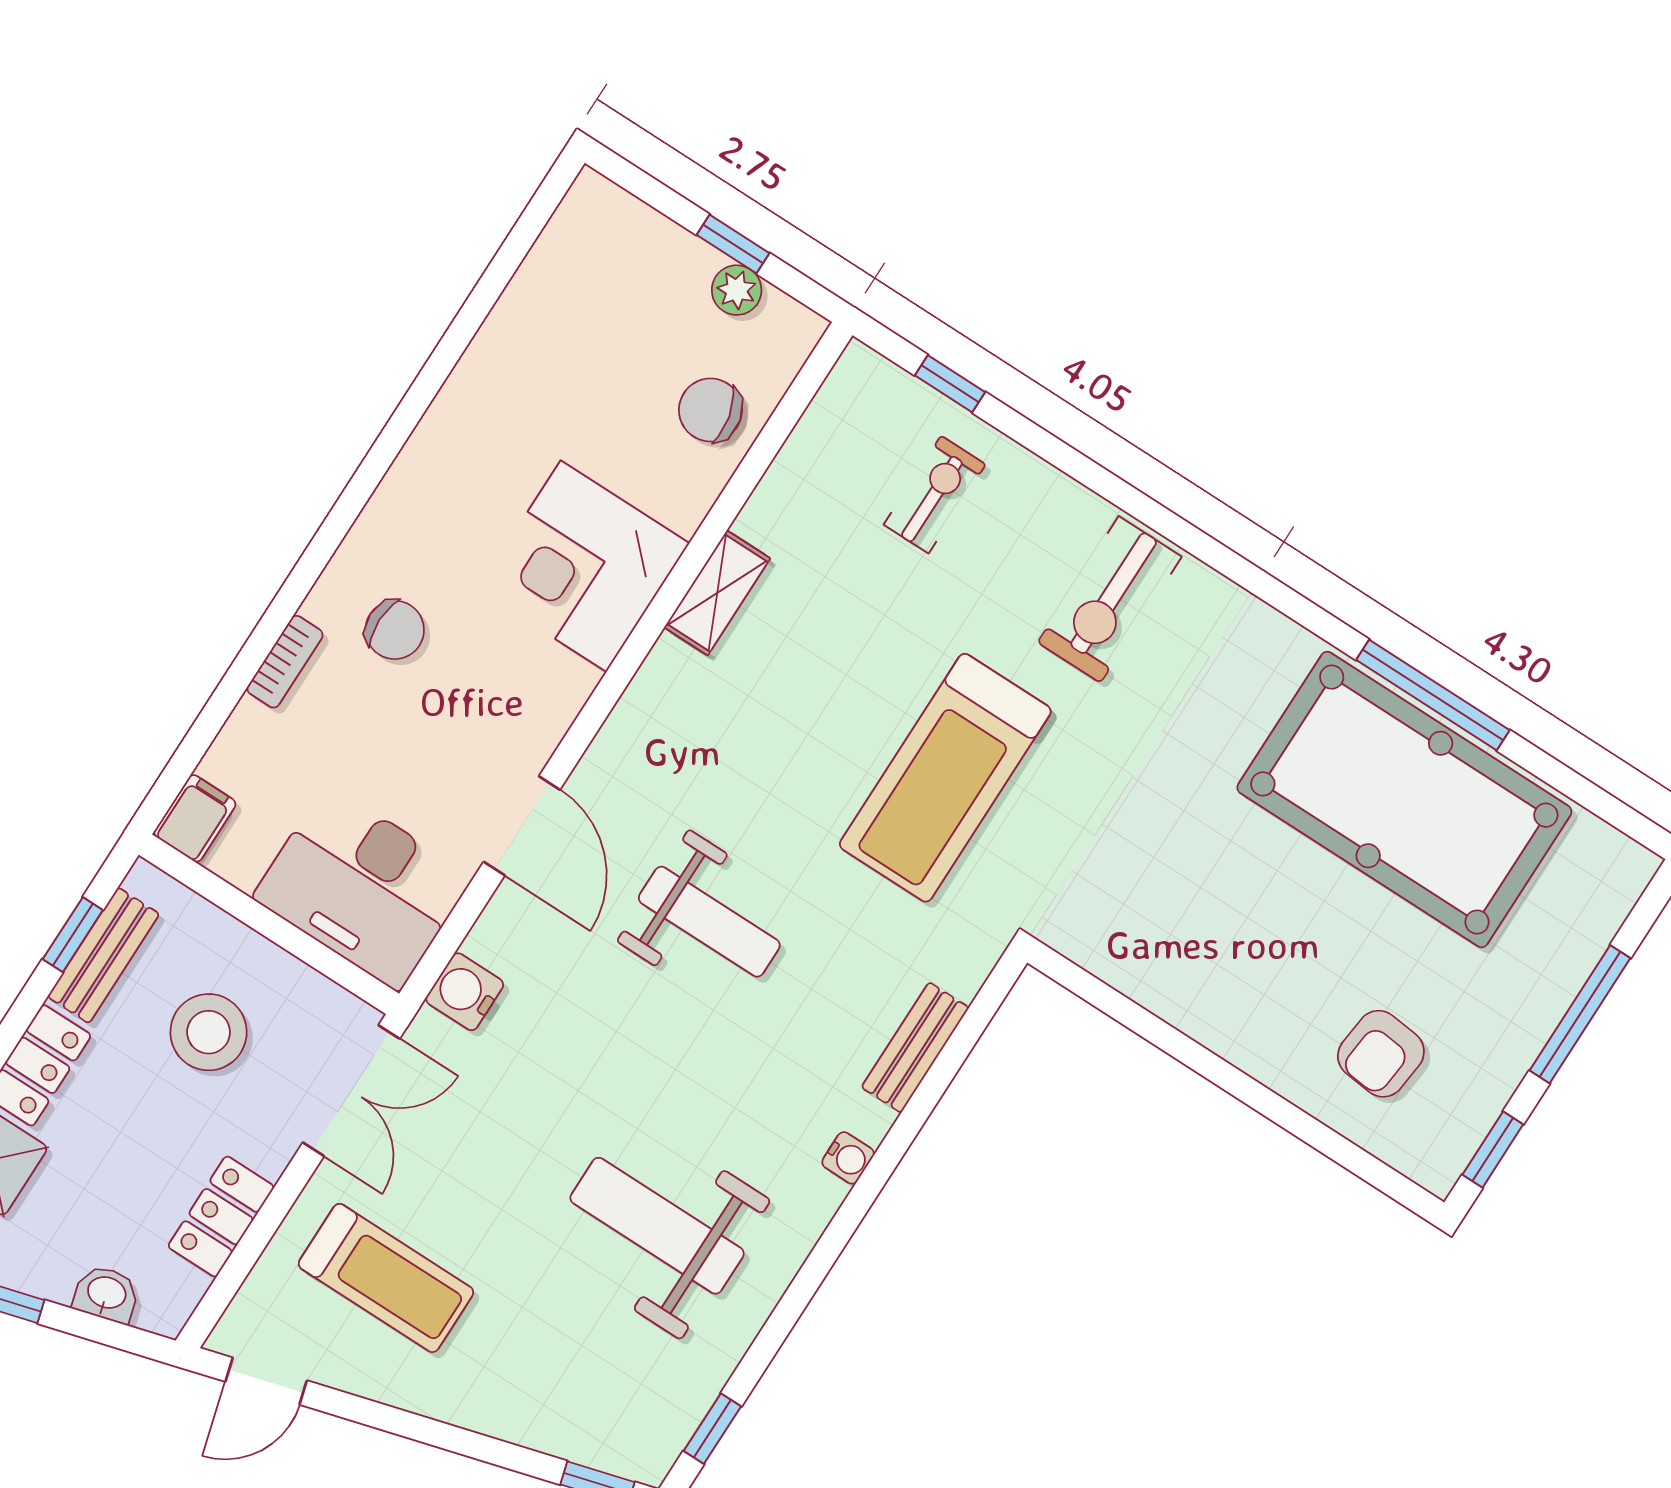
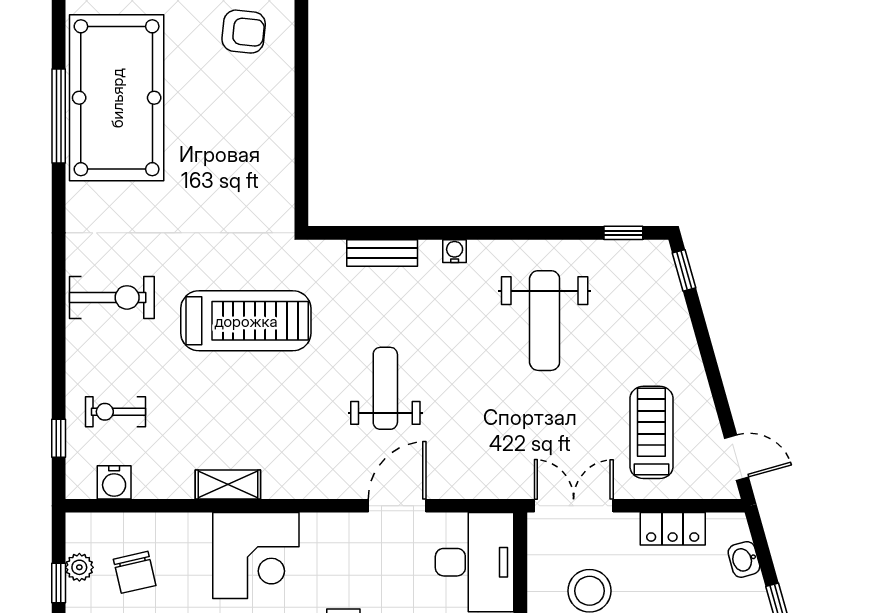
chair: (710, 410) -> (135, 572), moved
water cooler: (465, 992) -> (114, 482), moved

